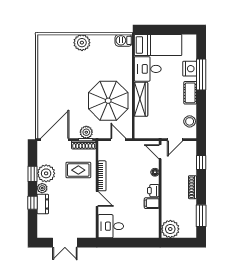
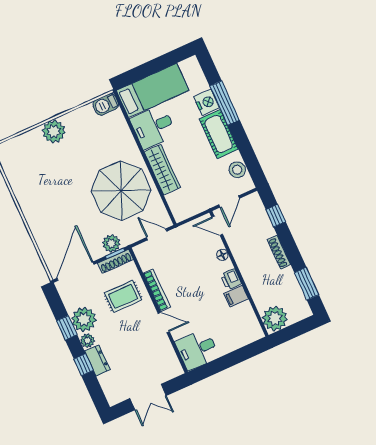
cot: (190, 93) -> (219, 134), width x1.37, depth x1.34

